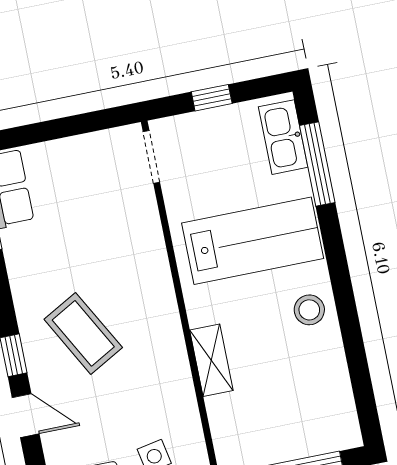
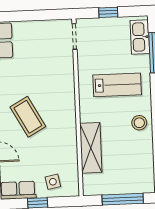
lab bench: (253, 241) -> (117, 85), width x0.73, depth x0.72
shelving: (211, 360) -> (91, 148), width x1.50, depth x1.33

